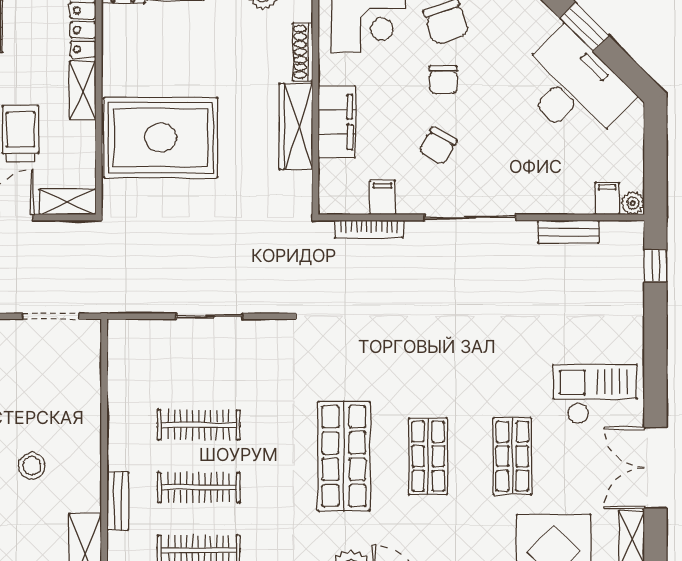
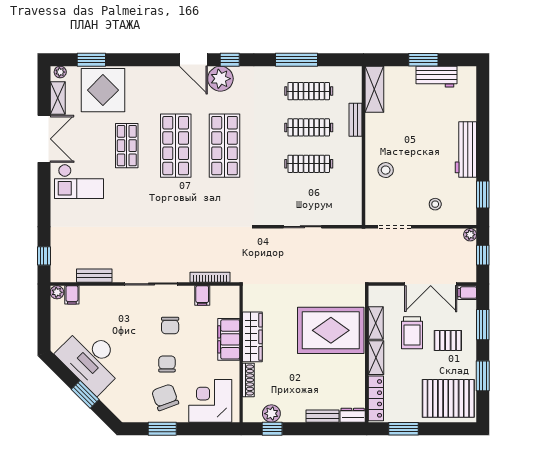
chair: (438, 146) -> (170, 326), turned 150
shelving: (67, 202) -> (376, 323), moved, turned 90
shop shelf: (428, 456) -> (176, 146), width x1.43, depth x1.36
stool: (32, 466) -> (386, 170), moved

